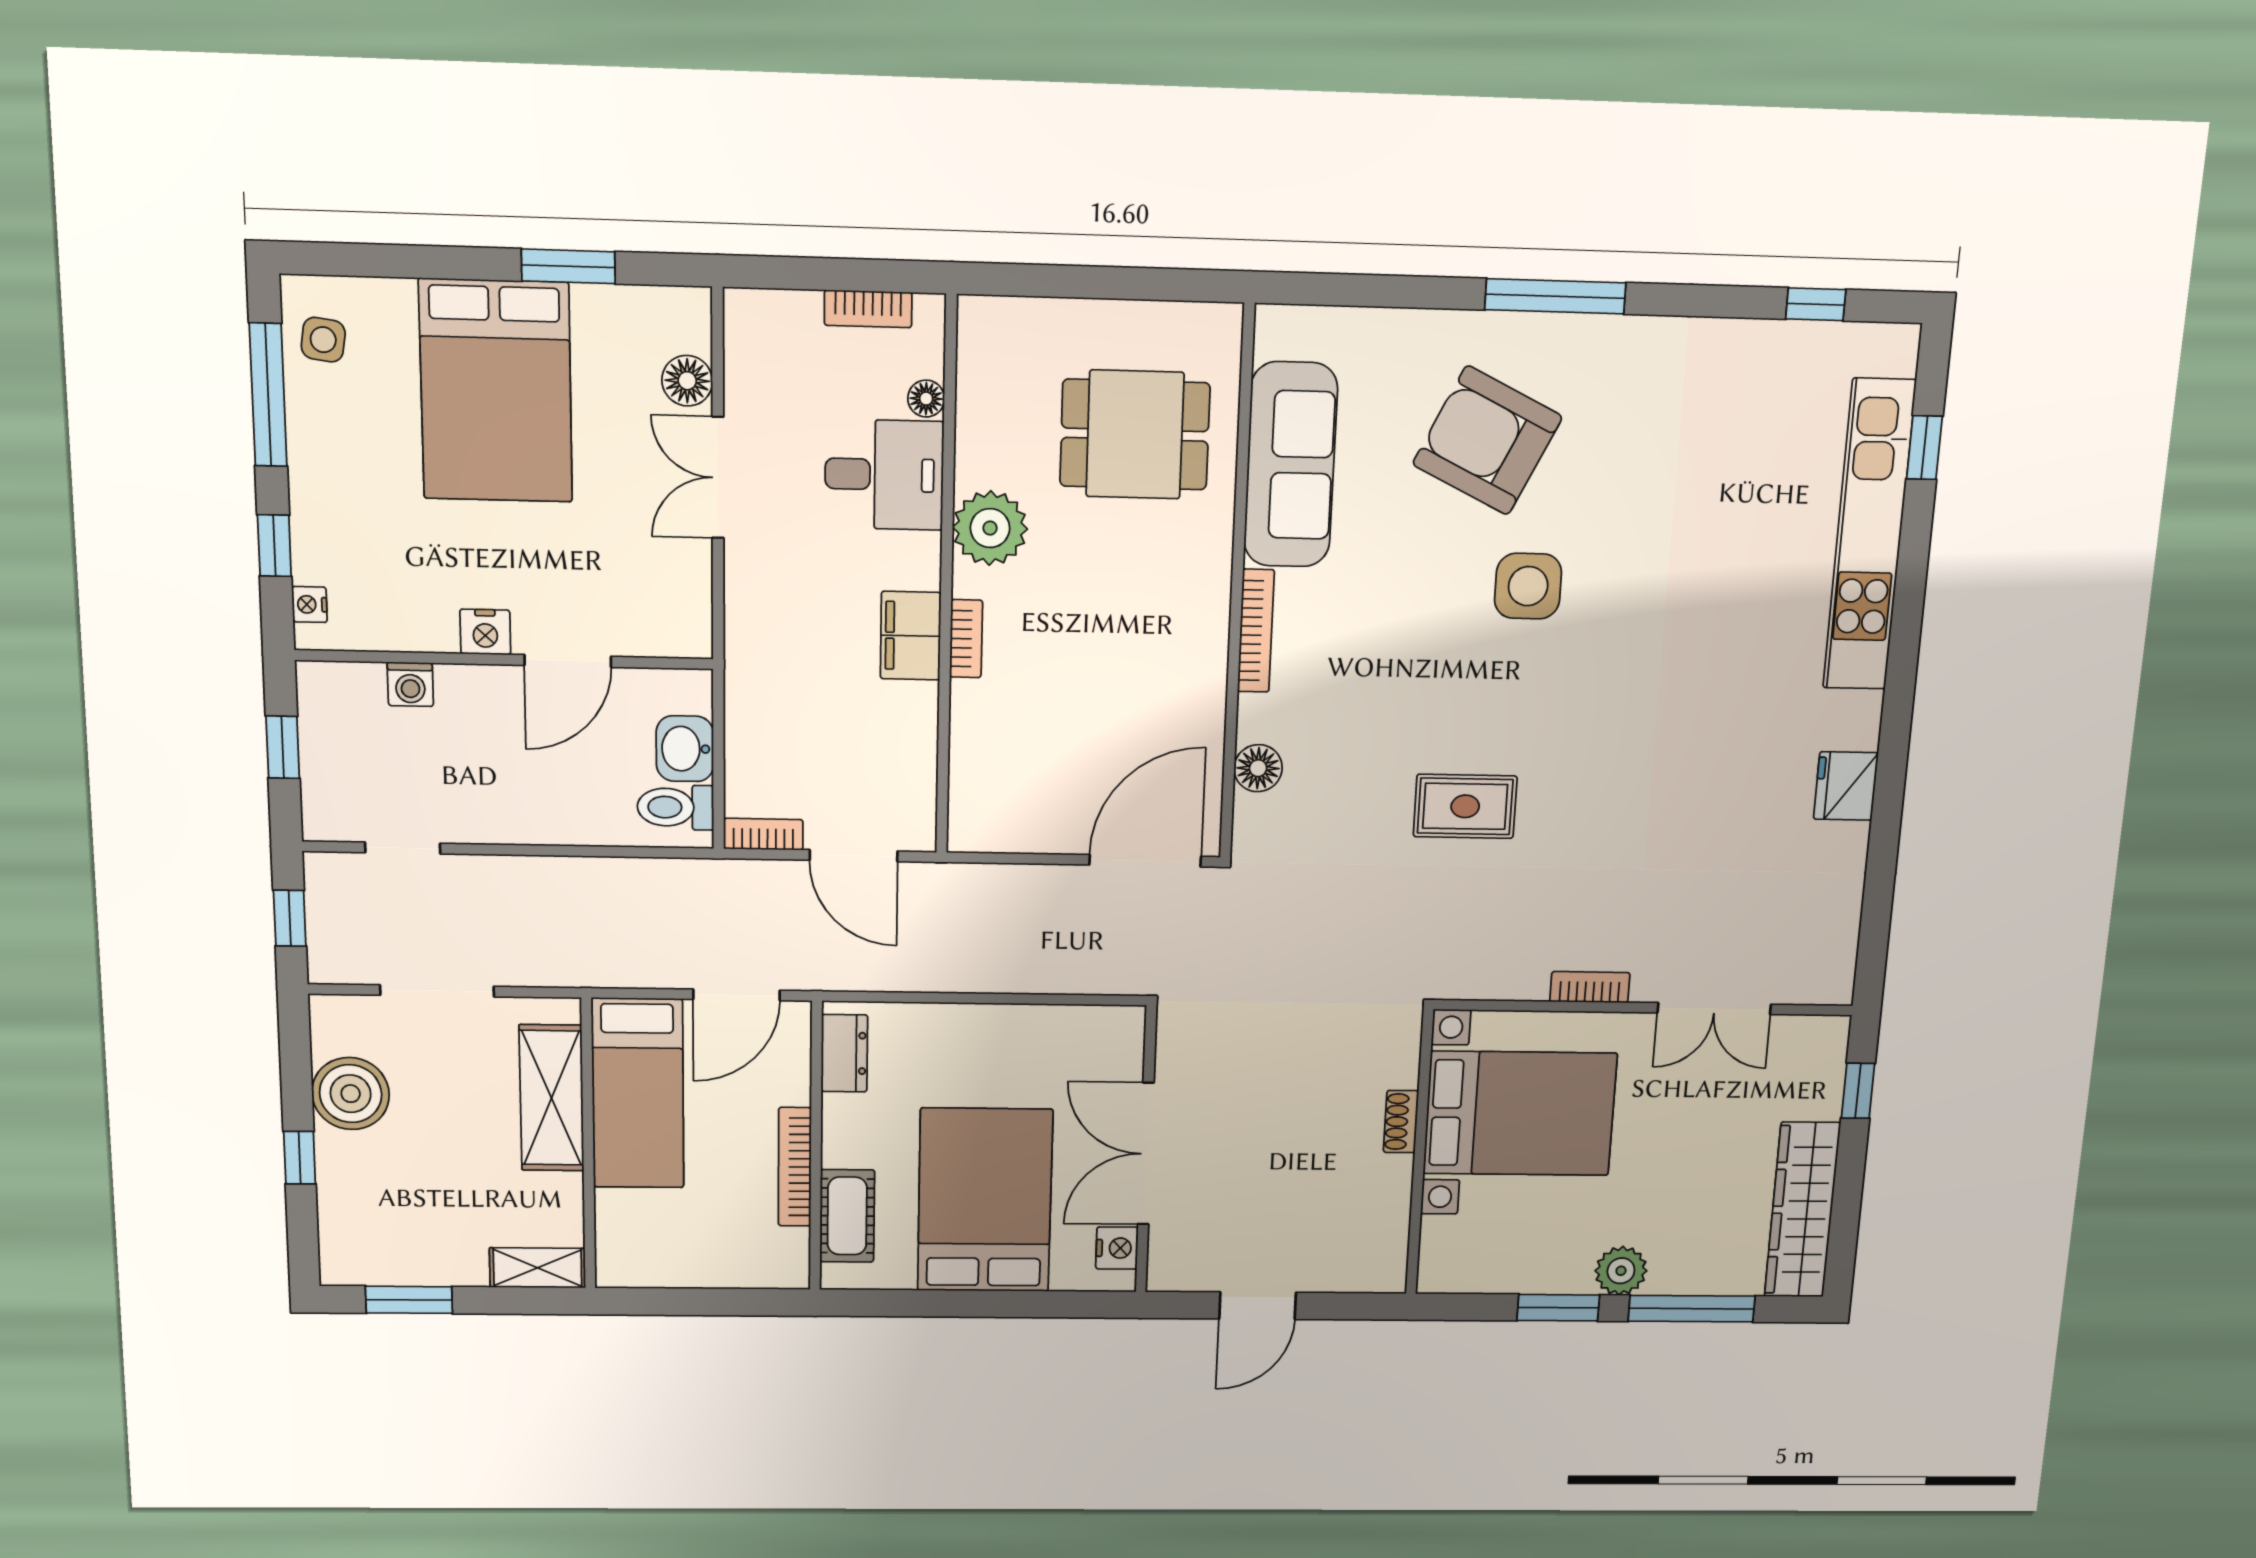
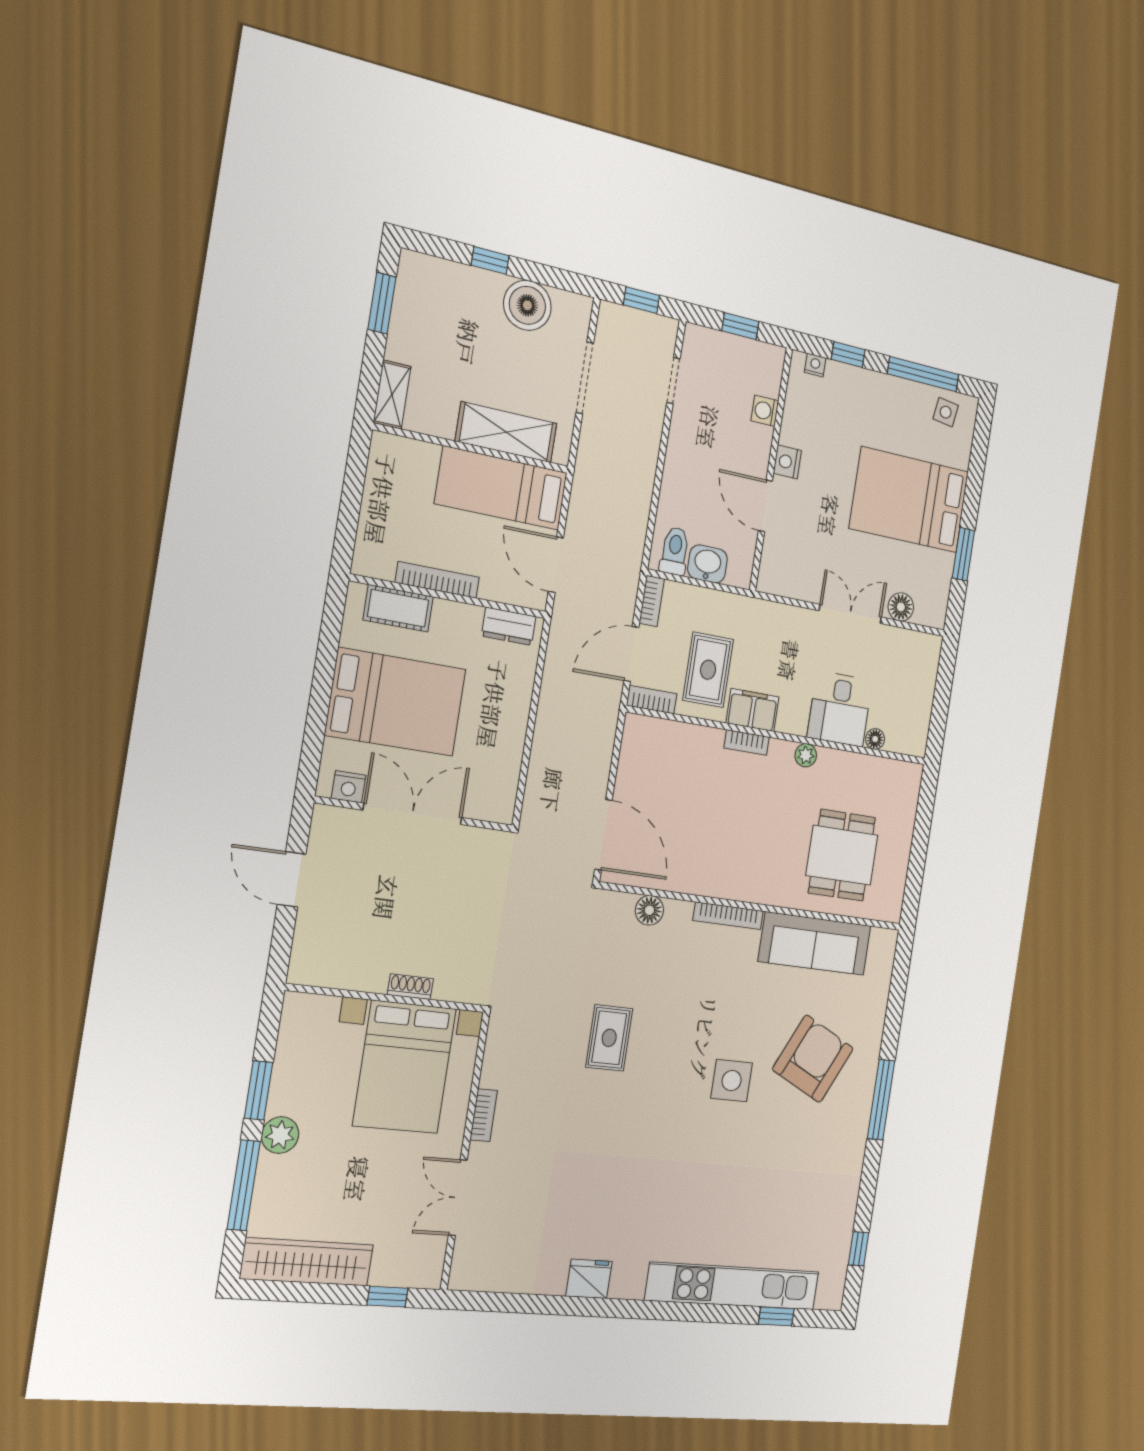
bookcase: (868, 309) -> (652, 700), moved, turned 90
plant: (990, 528) -> (806, 755), width x0.53, depth x0.53
rug: (857, 723) -> (708, 670), added

